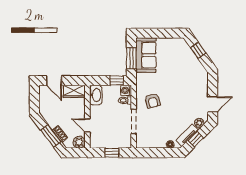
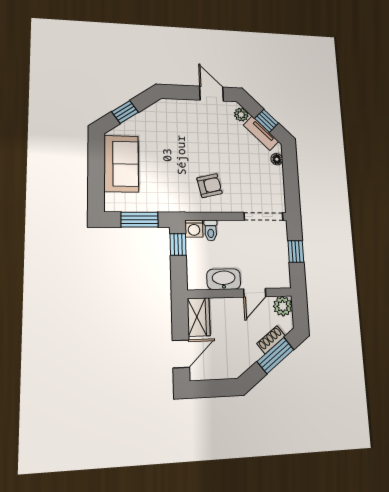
sofa: (146, 55) -> (121, 164), moved, turned 90
washbasin: (96, 95) -> (224, 279), moved
doorway: (134, 121) -> (263, 216), moved

